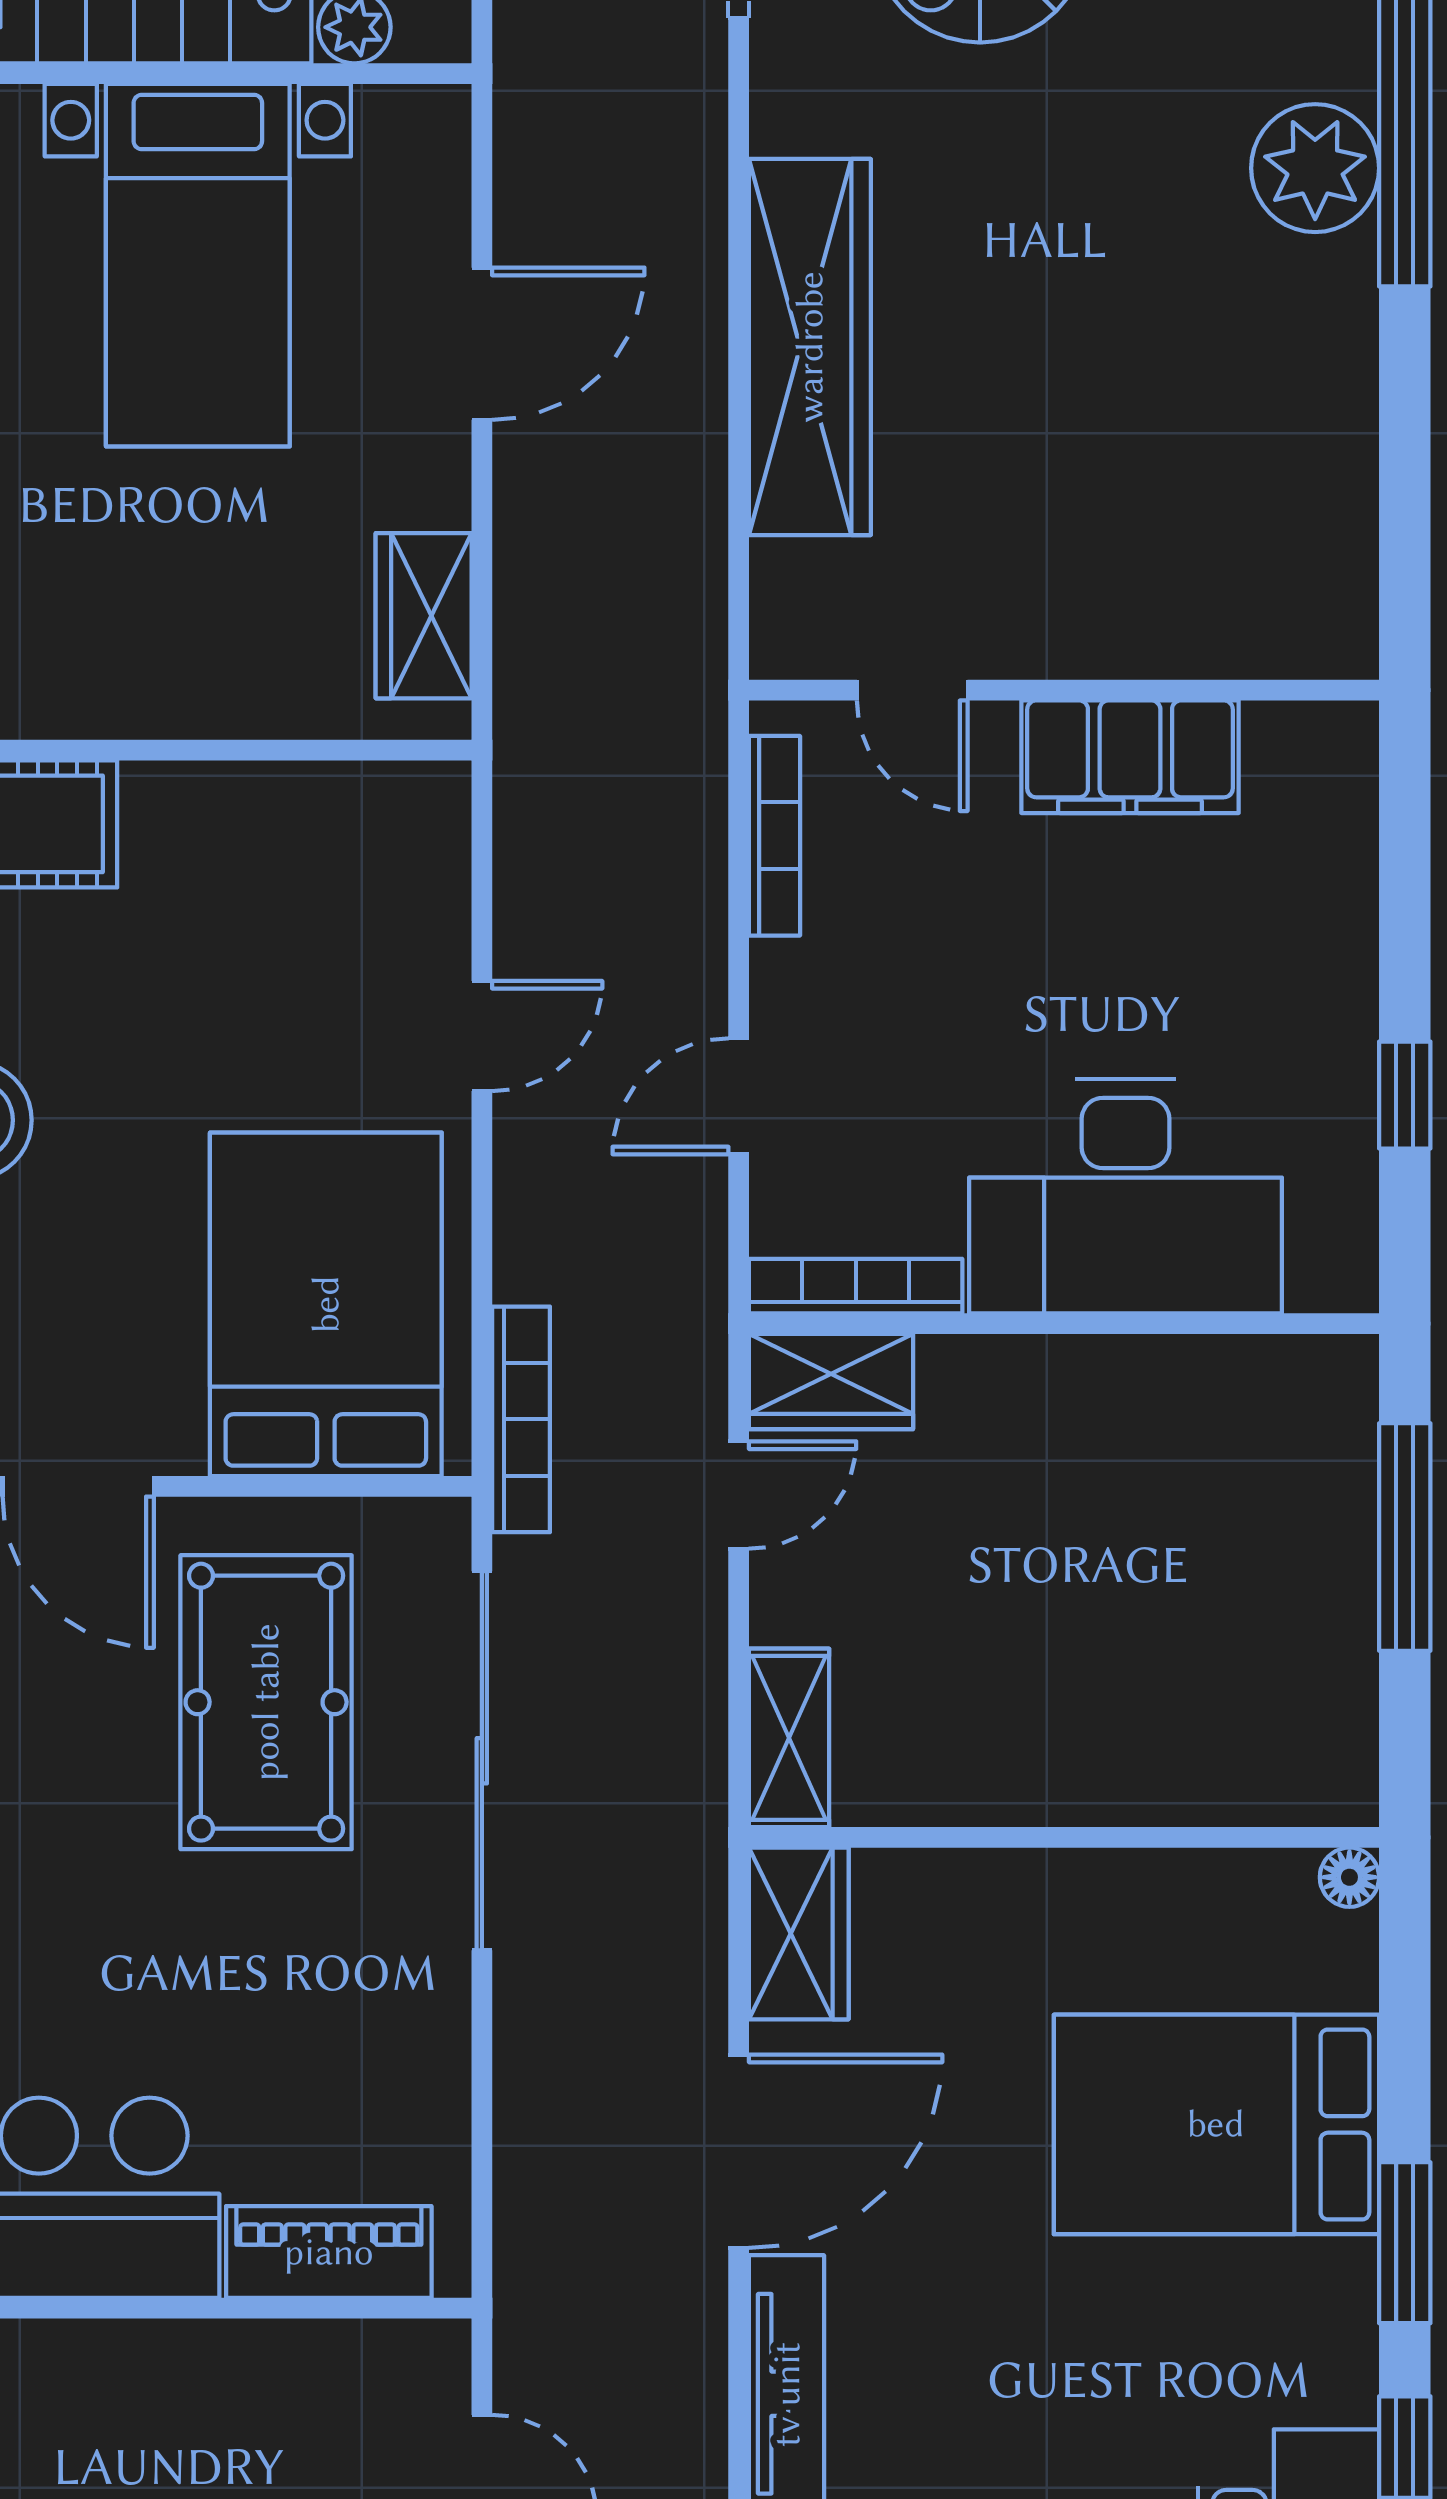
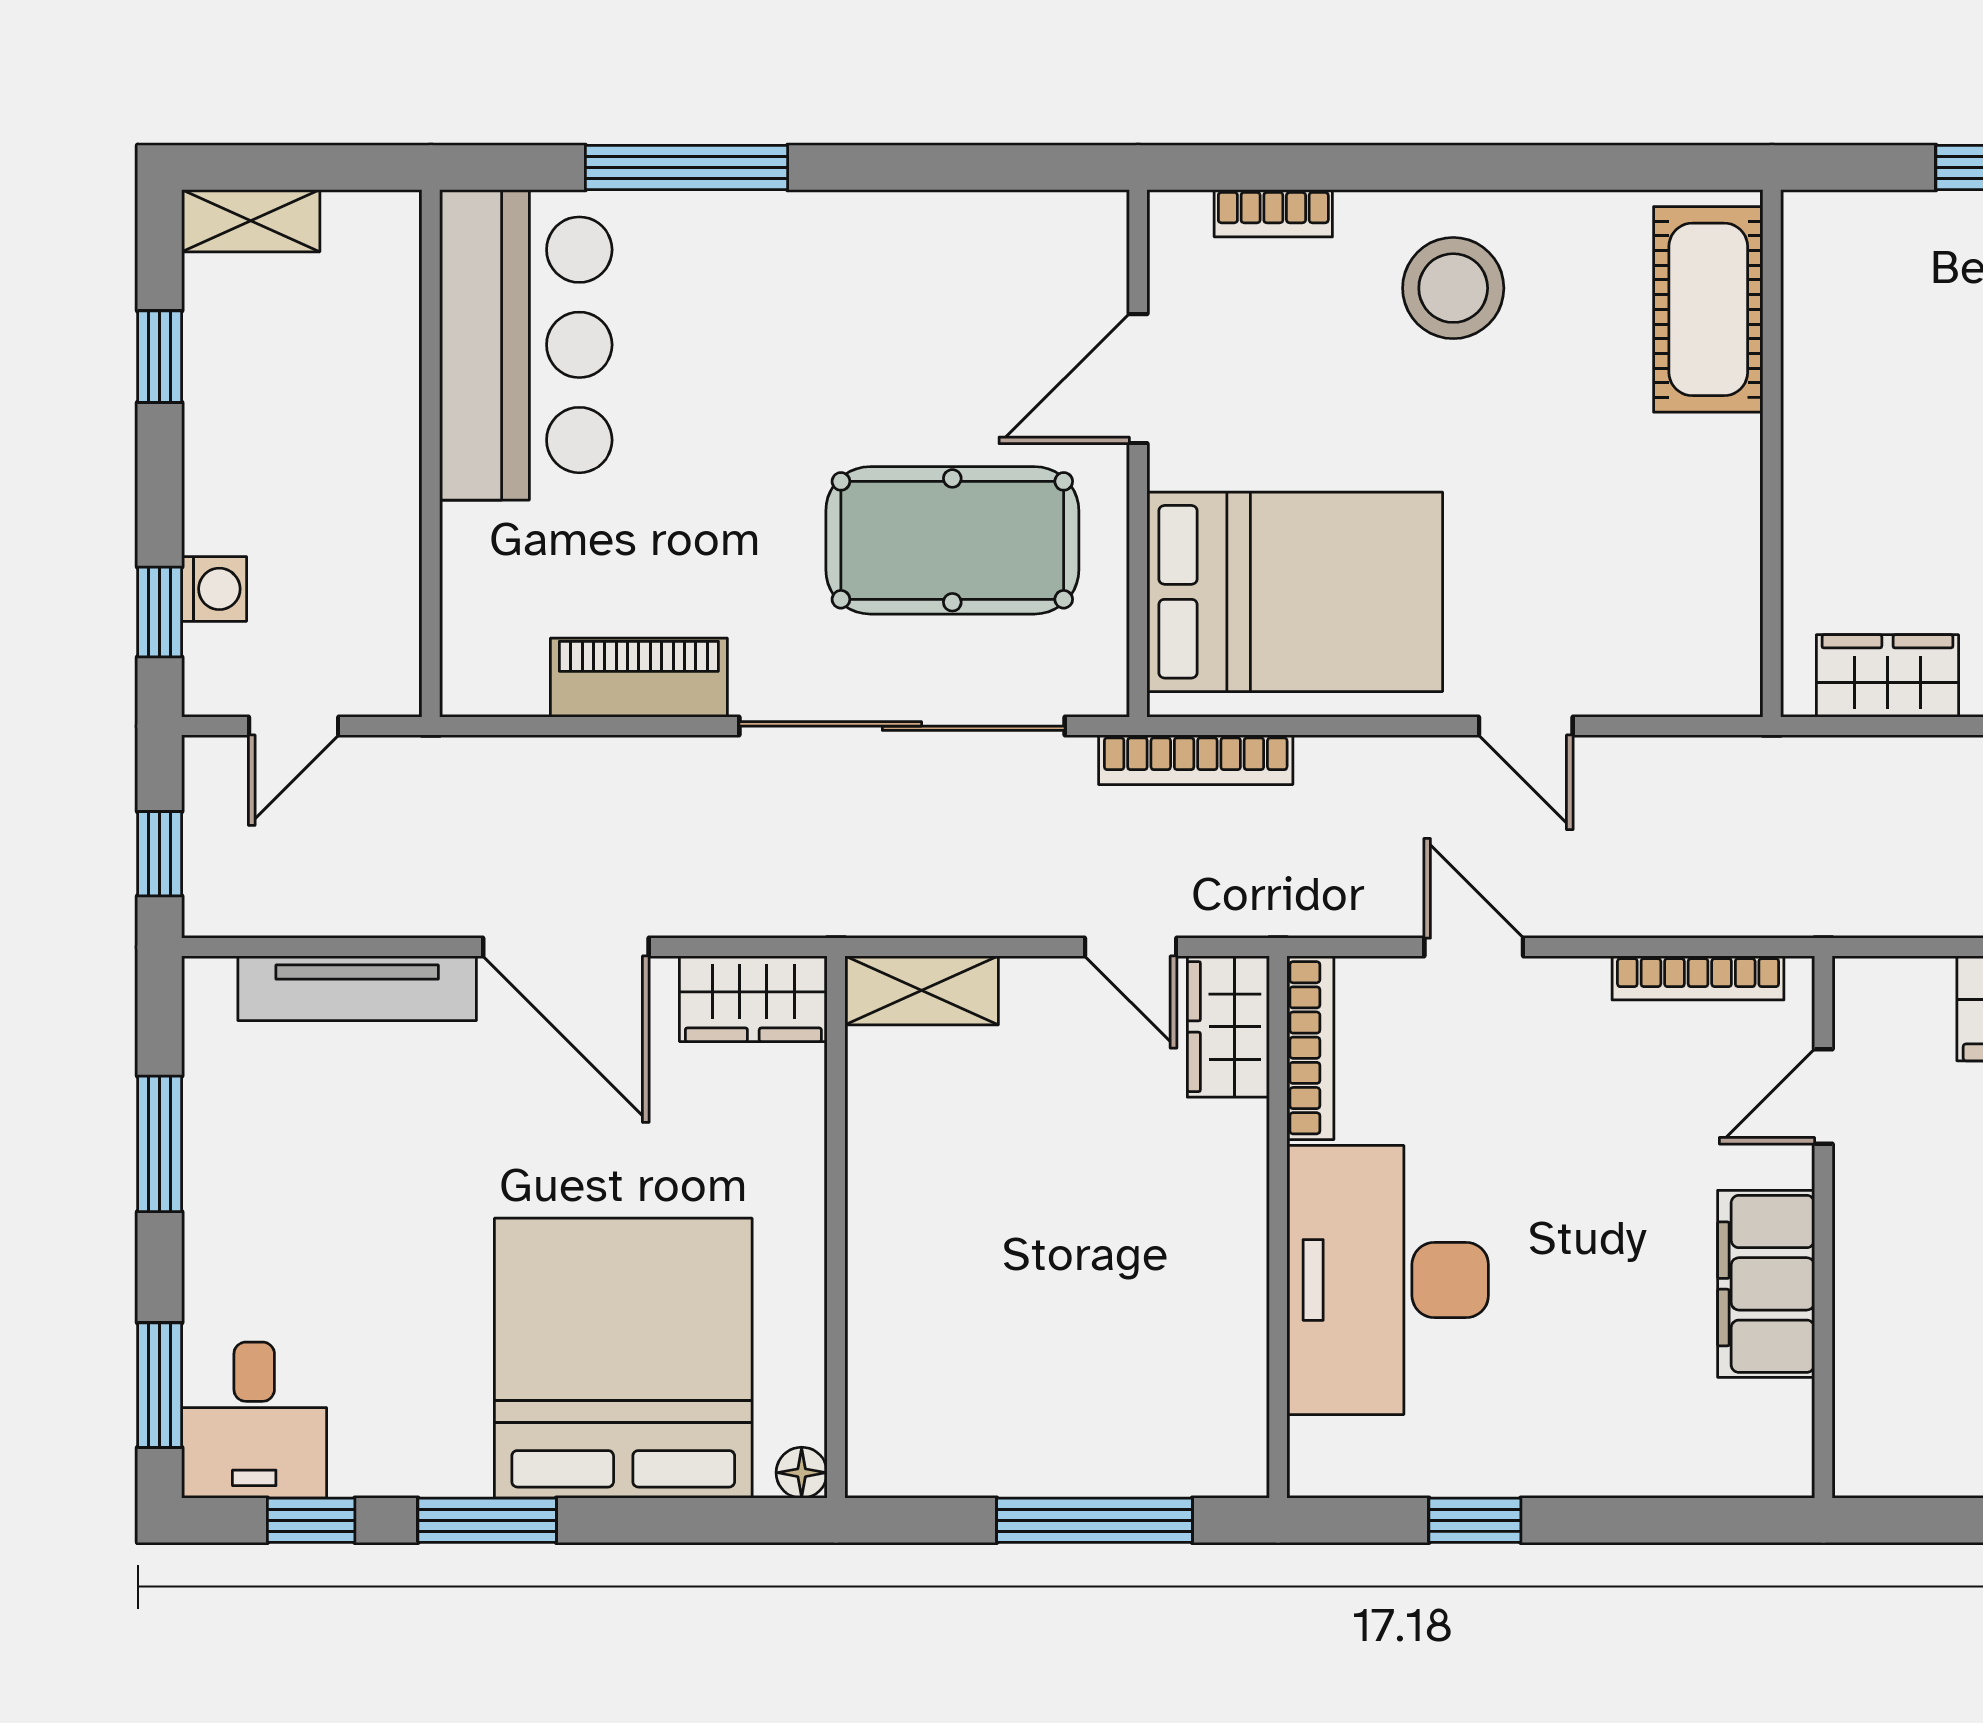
bed: (1216, 2124) -> (623, 1358), width x1.36
piano: (329, 2252) -> (639, 678), moved, turned -90

